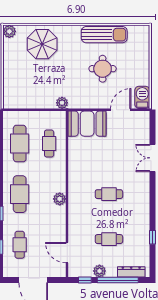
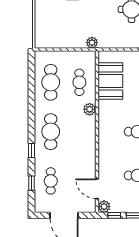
booth: (87, 124) -> (110, 81), moved, turned 90
plant: (60, 199) -> (90, 109), moved
plant: (99, 271) -> (104, 207), moved

